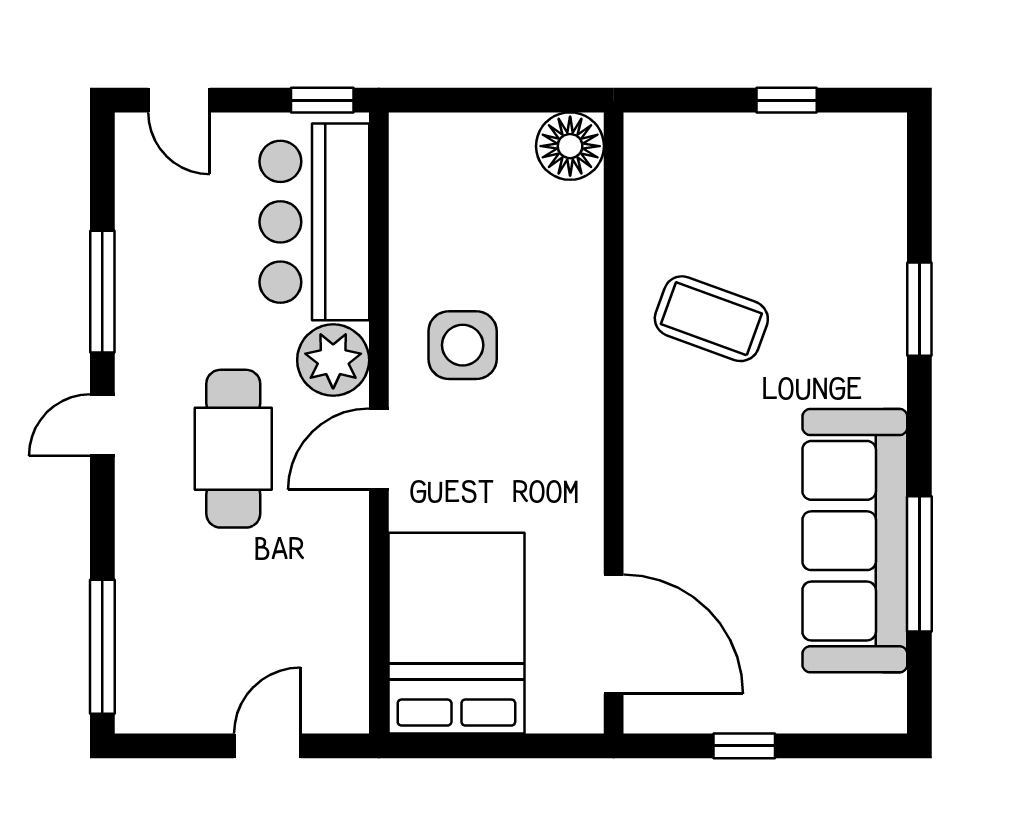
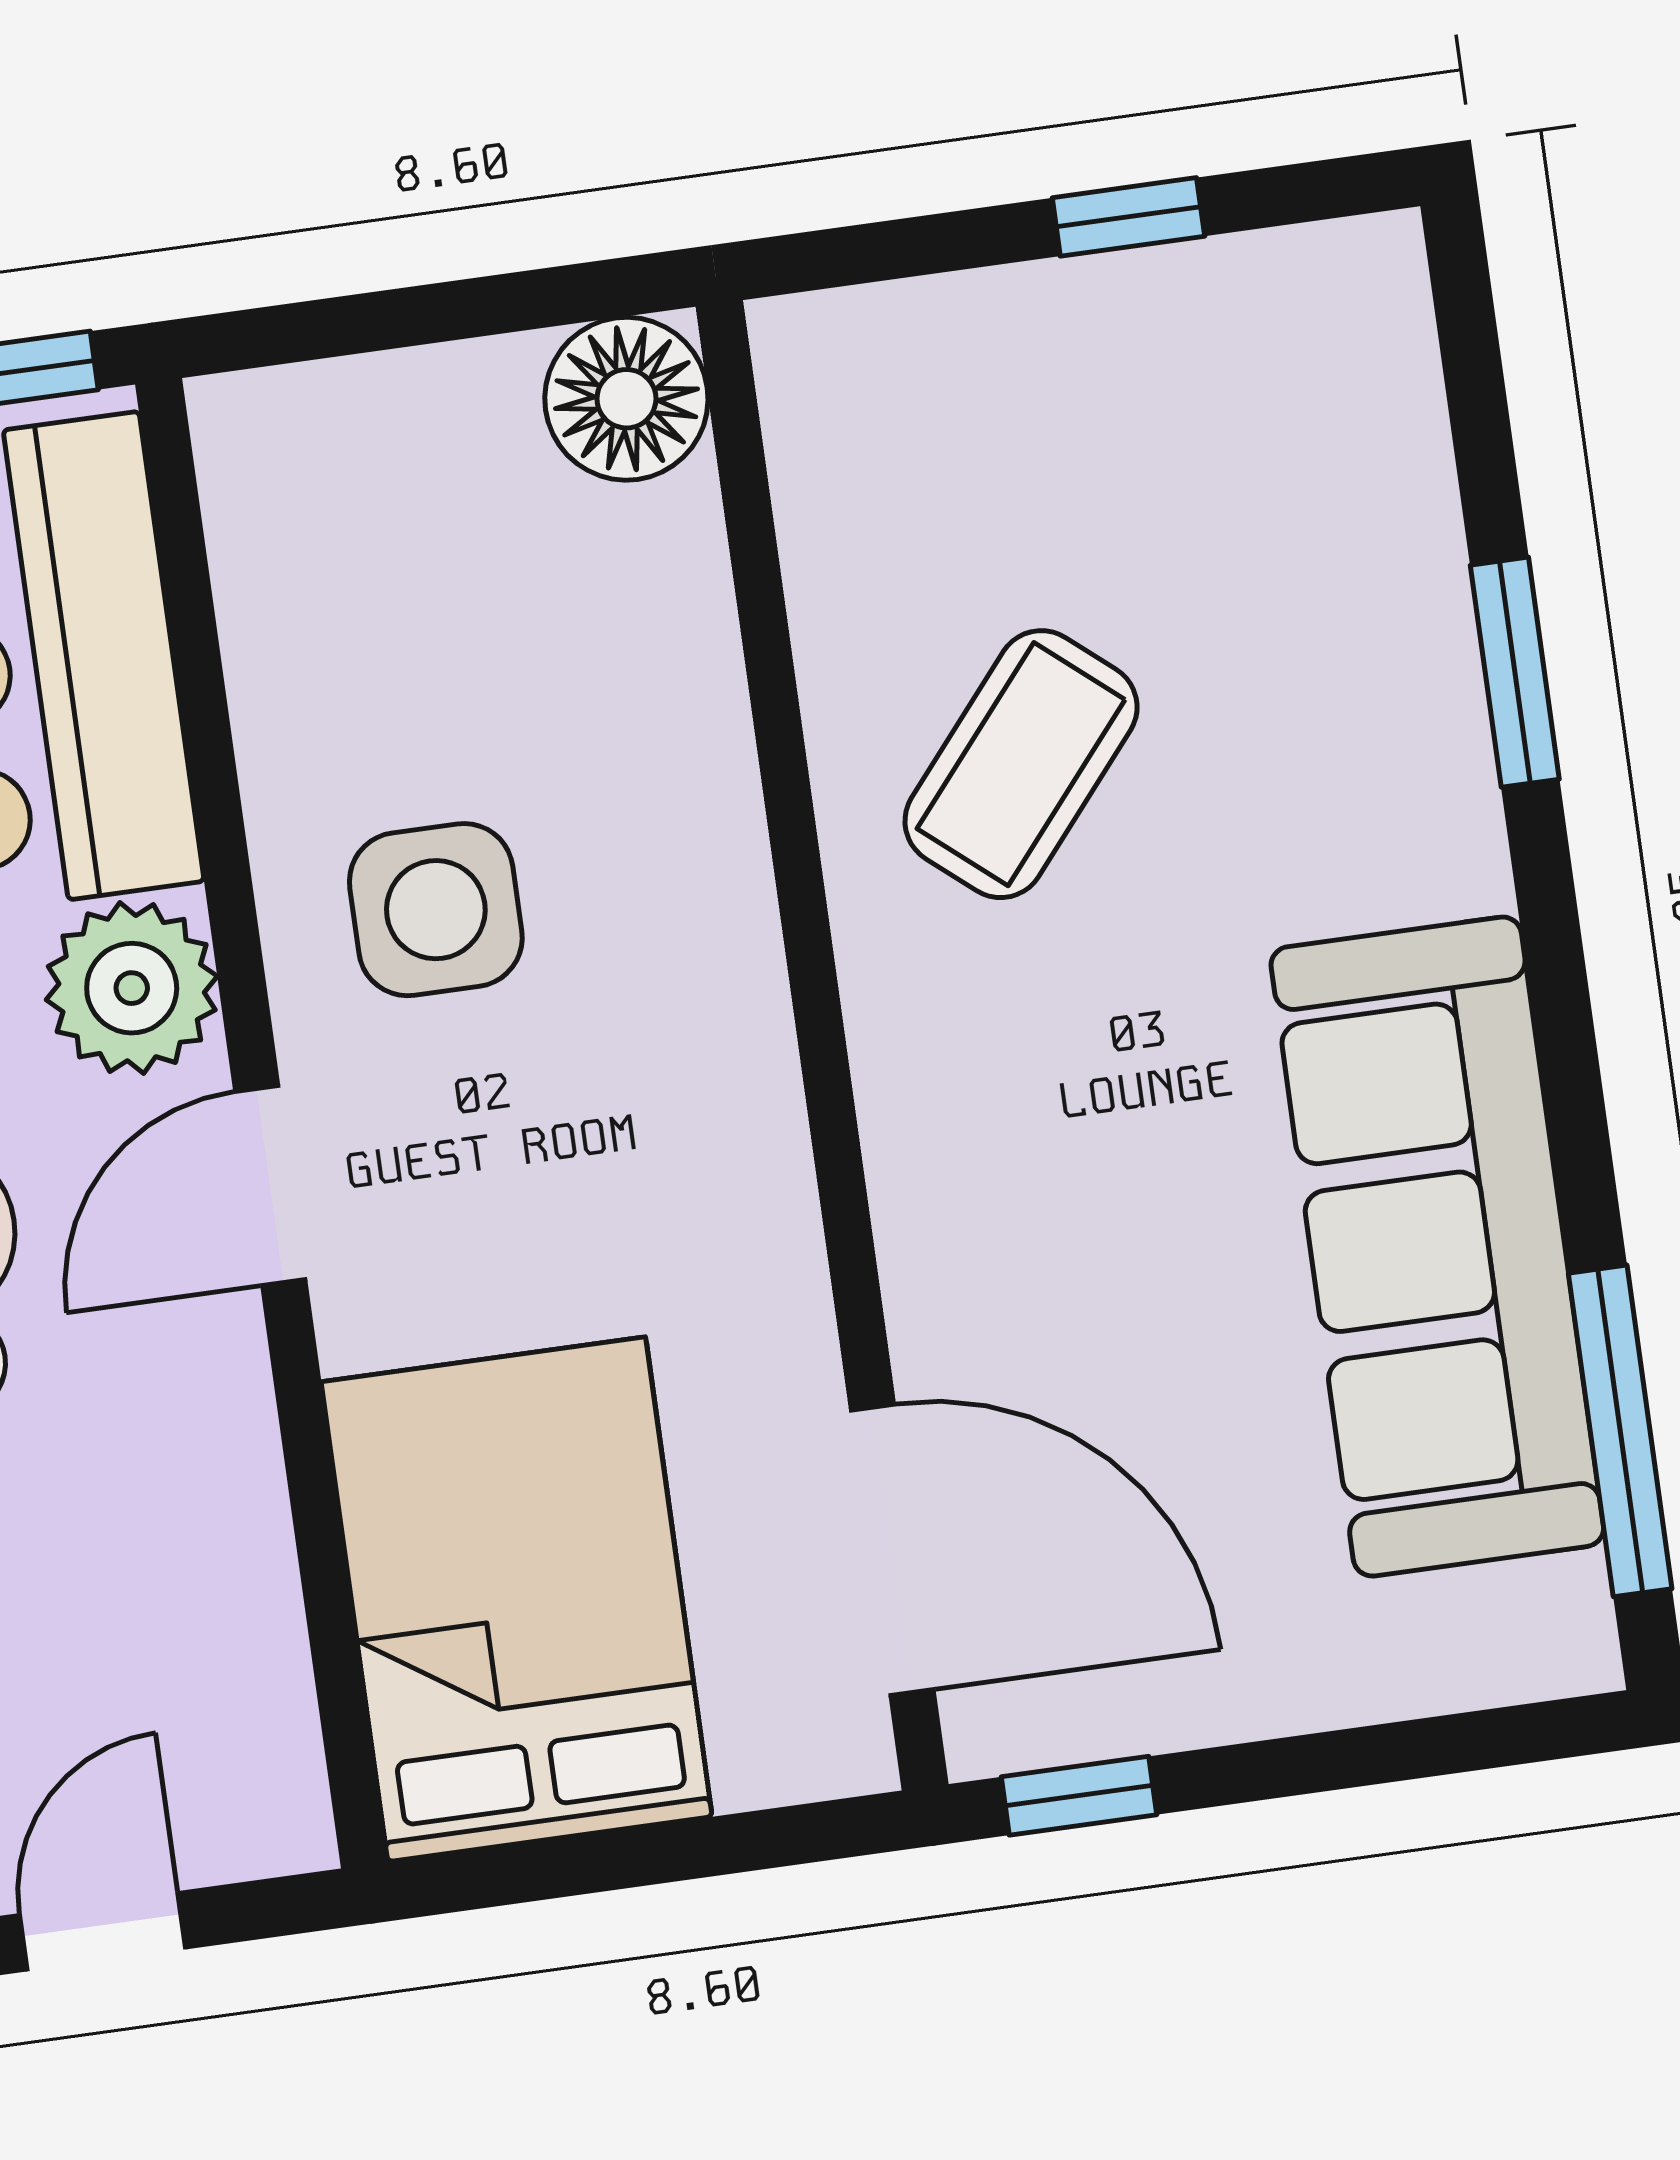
coffee table: (711, 319) -> (1021, 764), turned -70
window: (919, 564) -> (1620, 1431), moved
window: (744, 746) -> (1079, 1796), moved

